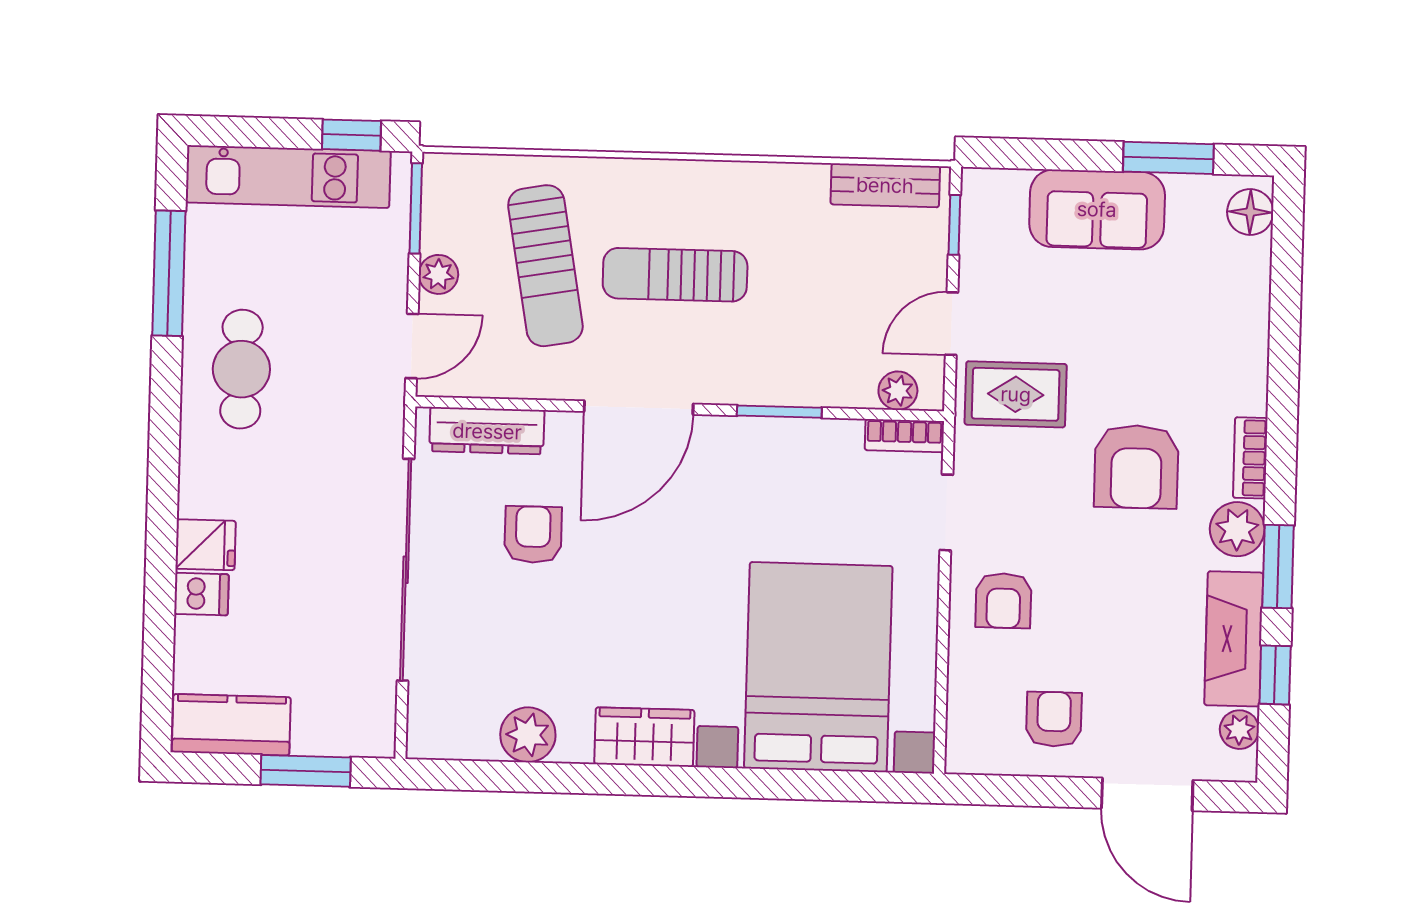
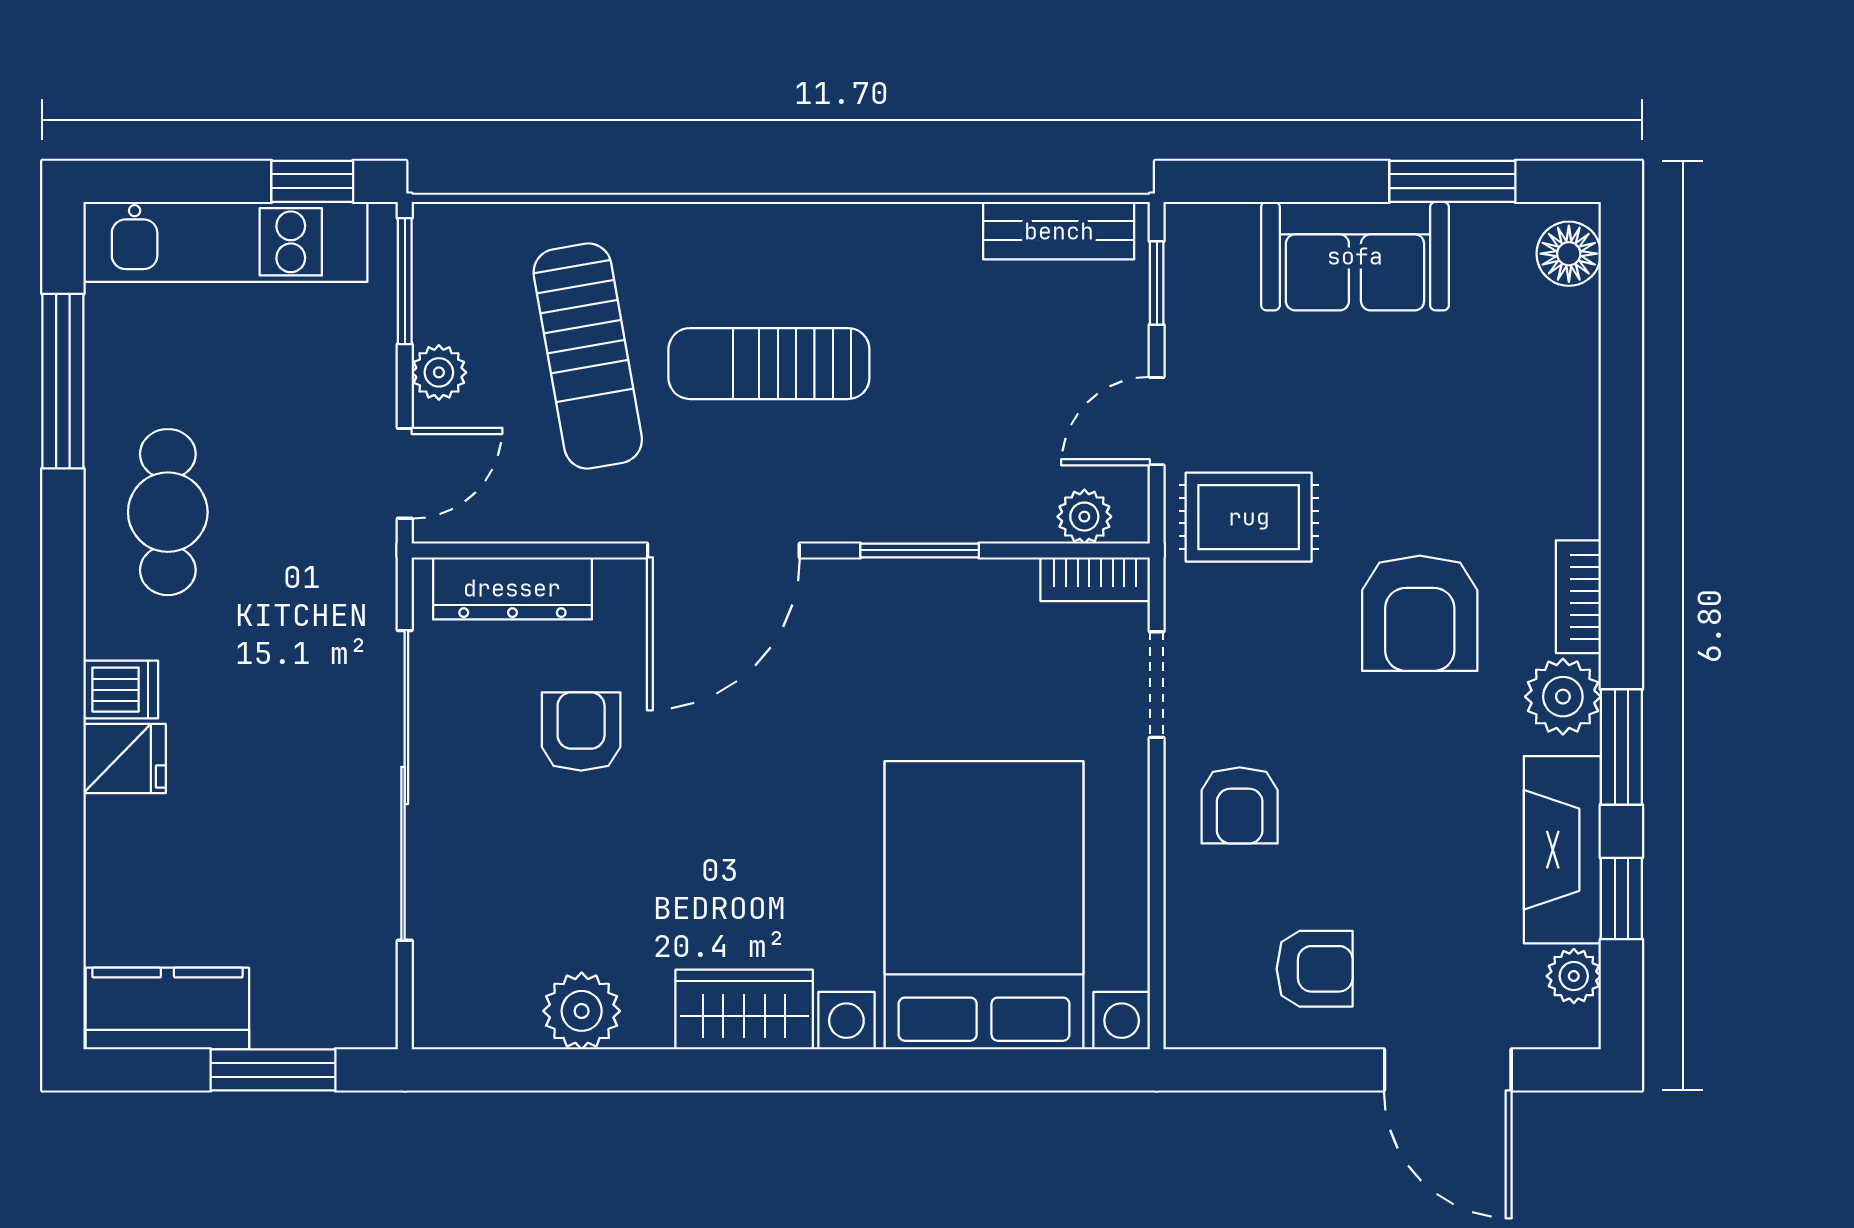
dishwasher: (201, 594) -> (121, 690), moved
armchair: (1054, 719) -> (1315, 969), turned 90

